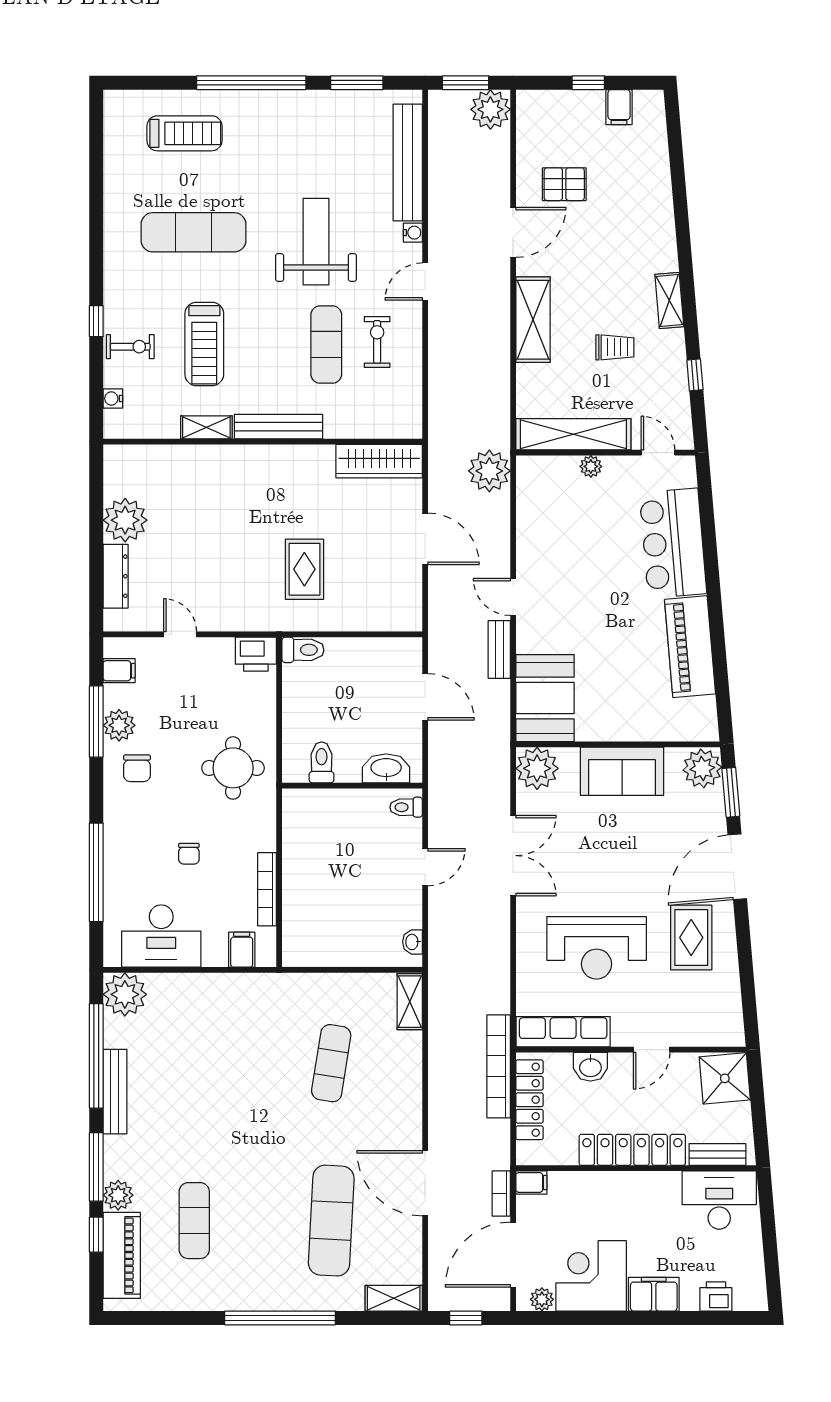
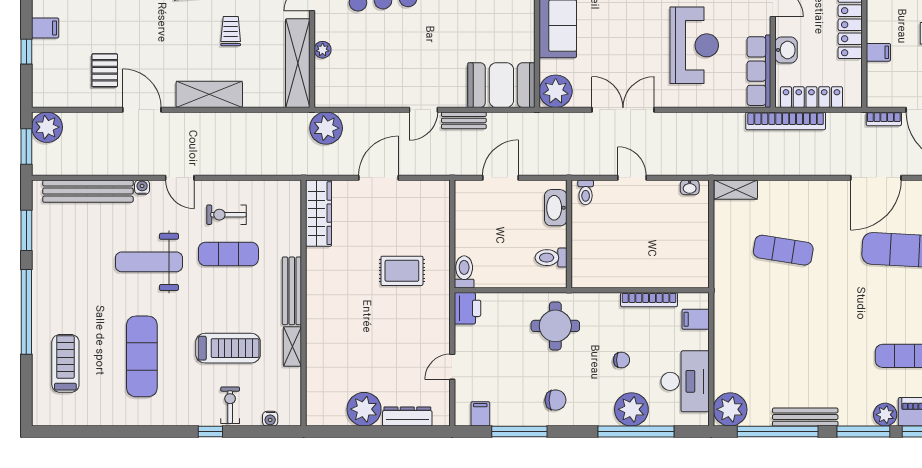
plant: (119, 725) -> (631, 409), moved, width x1.36, depth x1.36
filing cabinet: (531, 1182) -> (878, 52), moved, turned 90

